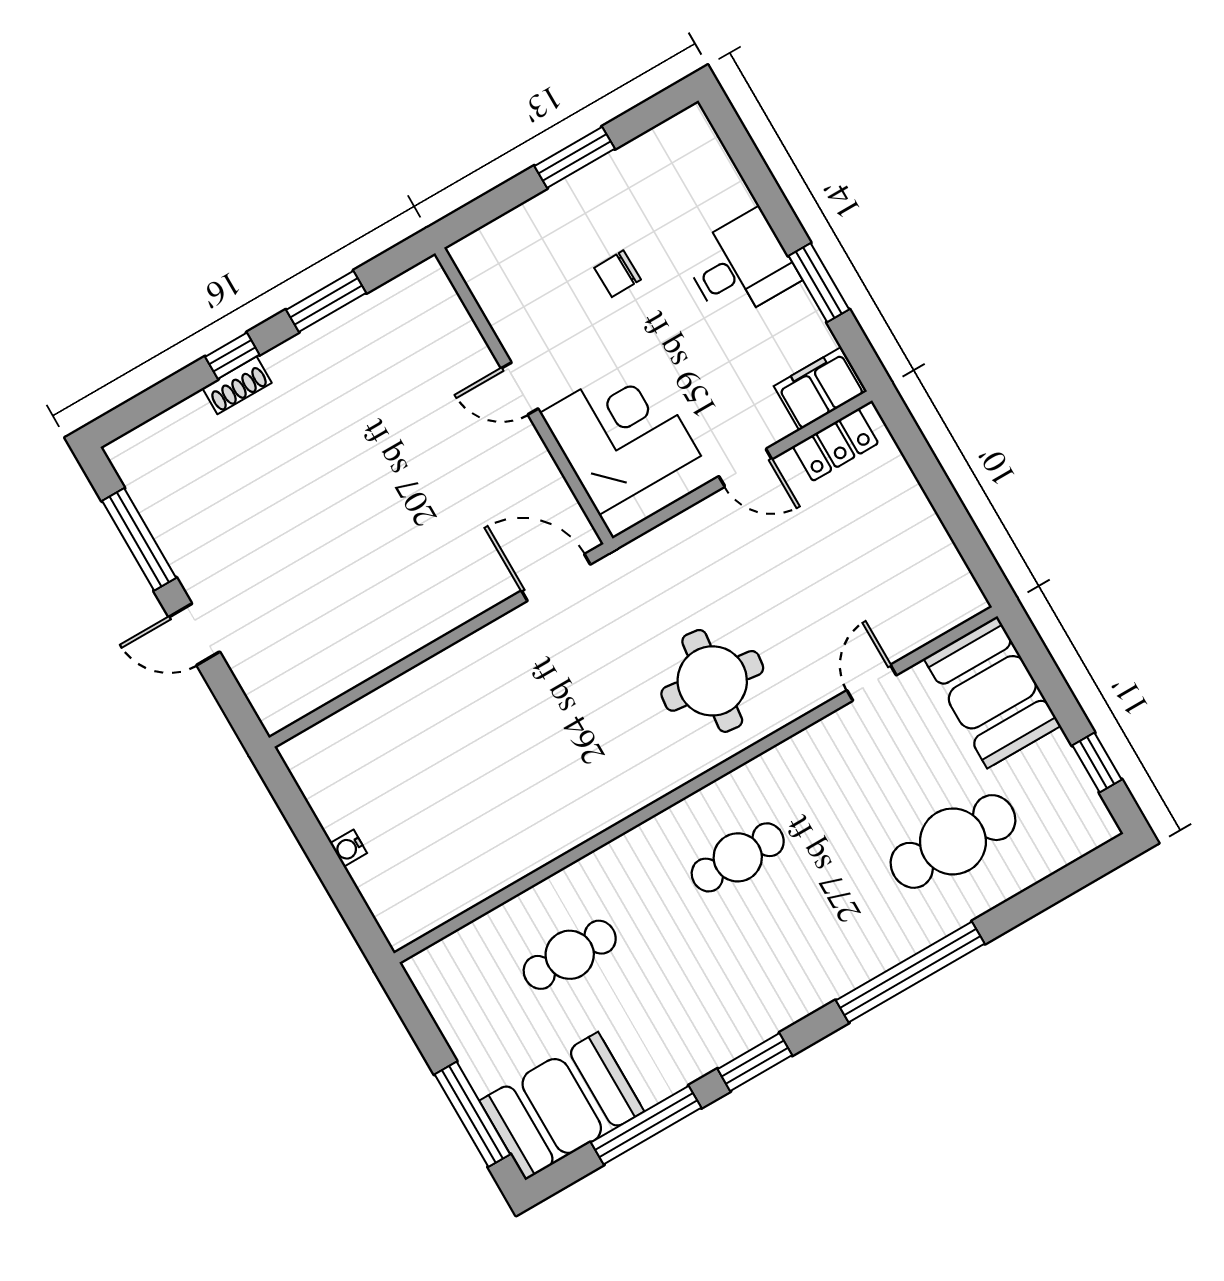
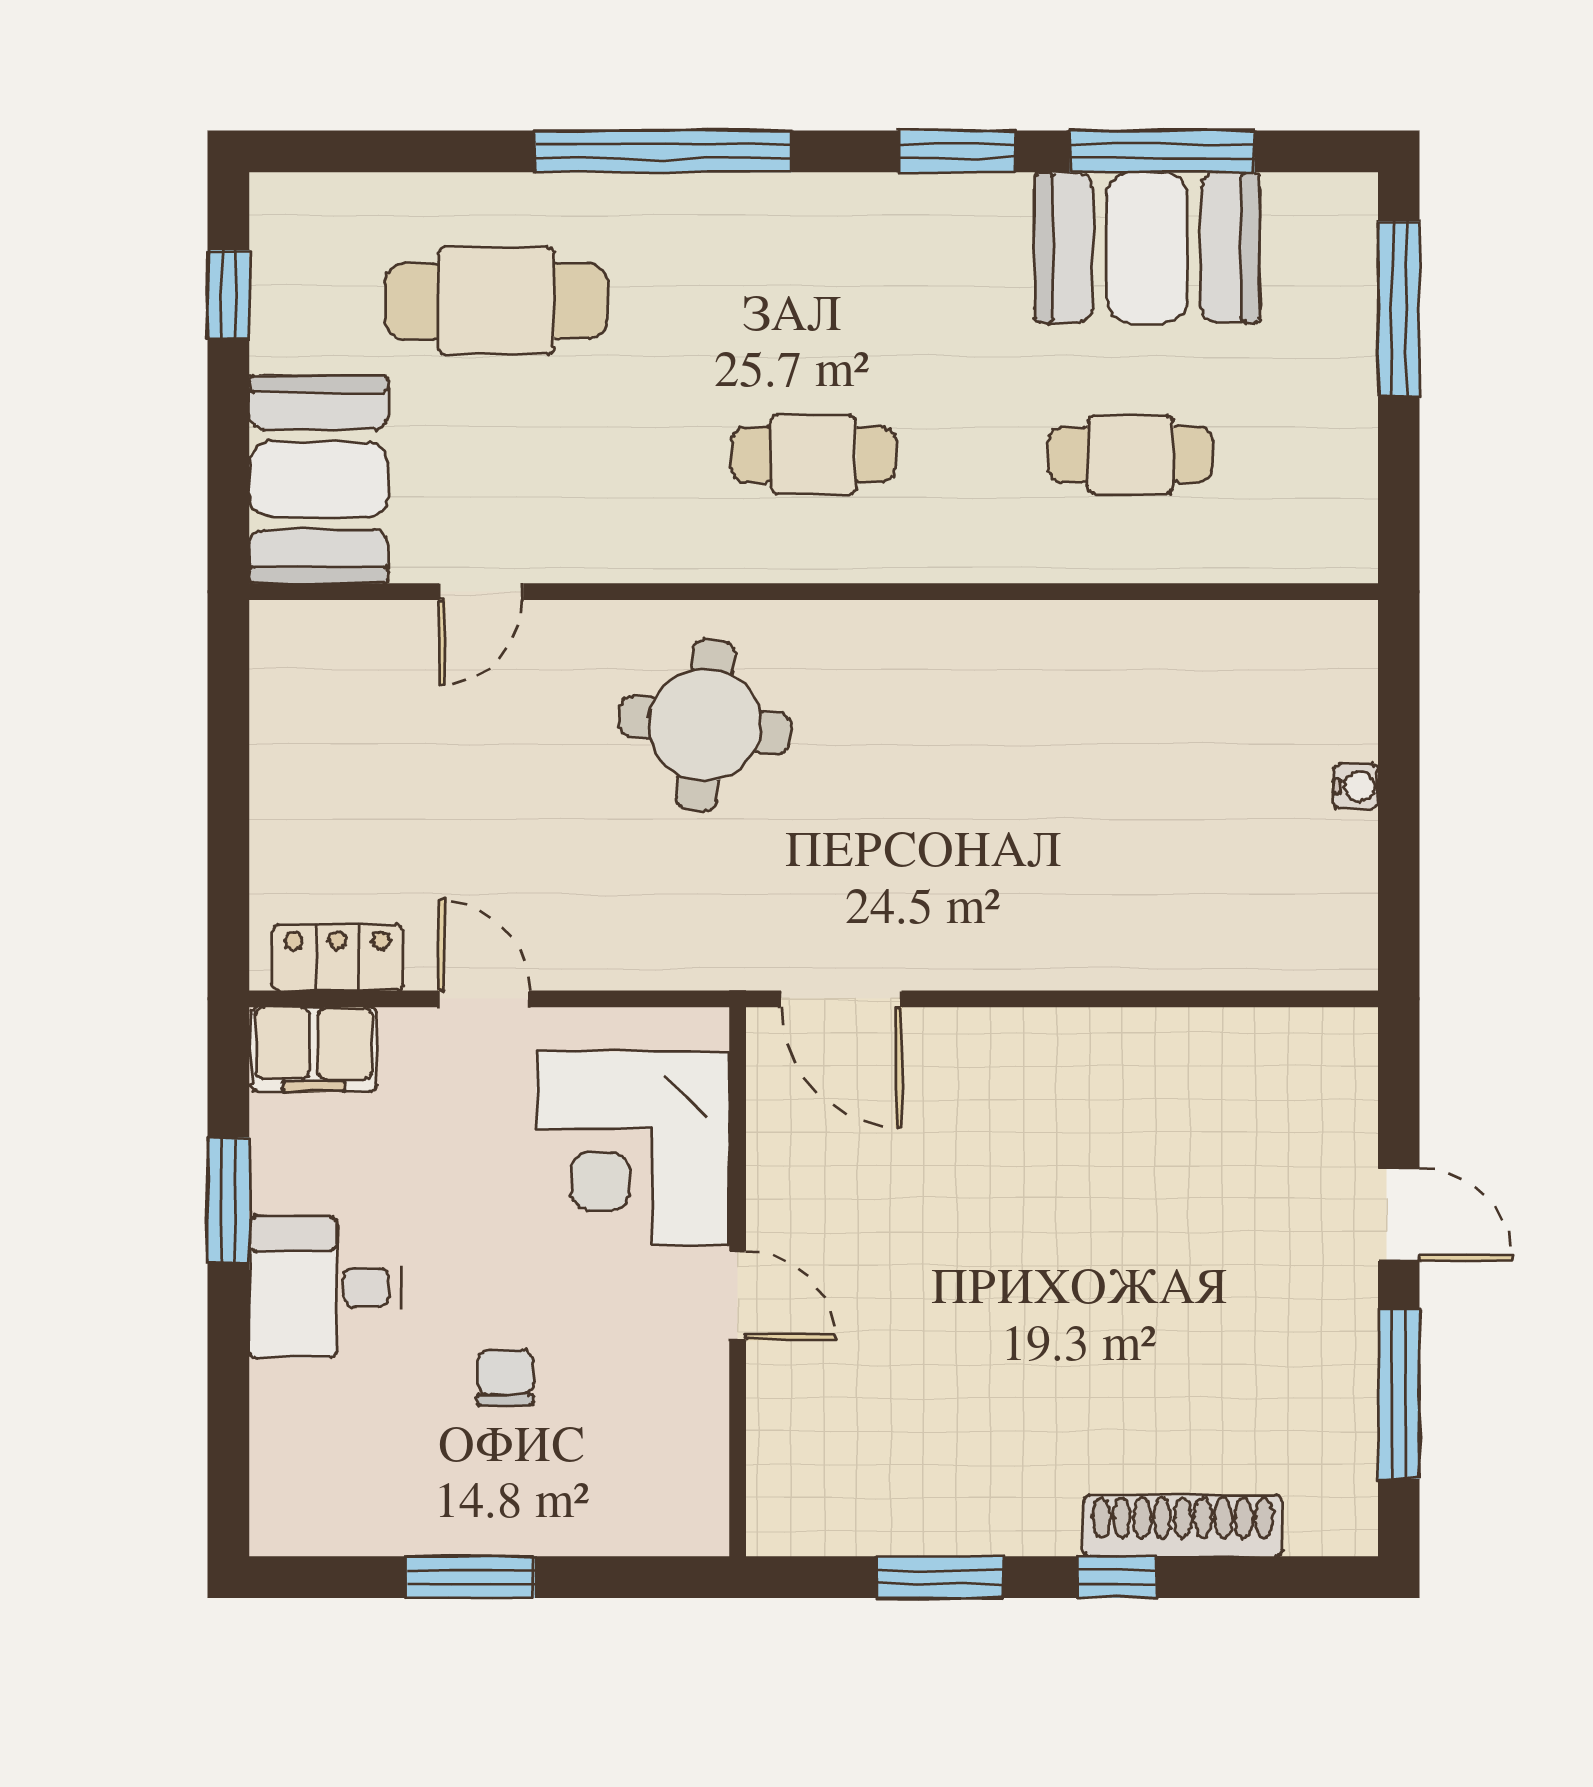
chair: (618, 274) -> (505, 1378), turned -89
shoe rack: (237, 385) -> (1183, 1526), width x1.94, depth x1.24
booth: (562, 1106) -> (1147, 247), moved

